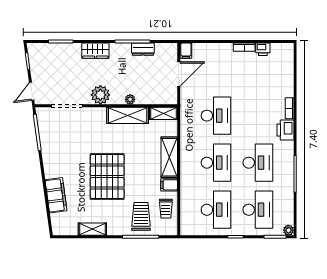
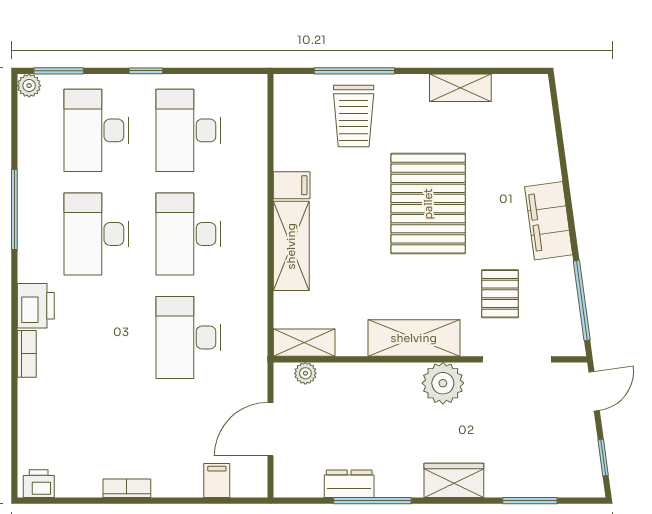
printer: (263, 49) -> (39, 484), moved
filing cabinet: (186, 51) -> (217, 481), moved
plant: (130, 99) -> (305, 373), moved
shelving: (128, 115) -> (414, 338), moved
pallet: (74, 135) -> (500, 294), added
filing cabinet: (56, 195) -> (549, 221), moved
trolley: (166, 209) -> (299, 133), removed

